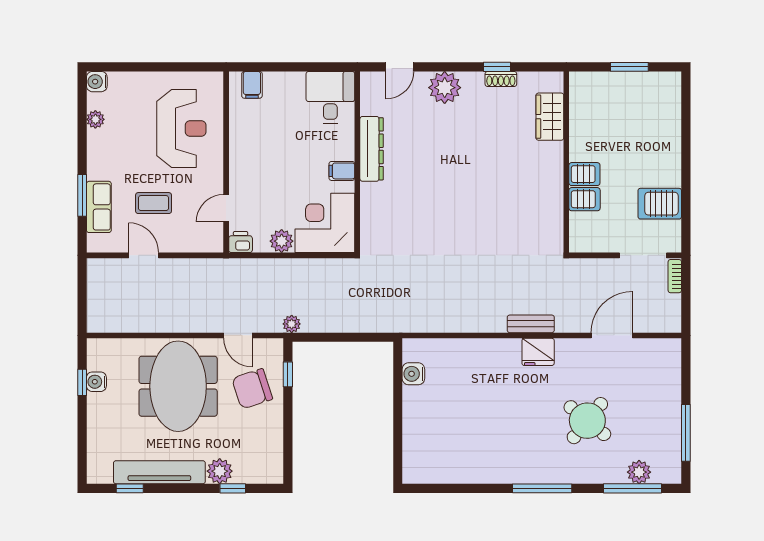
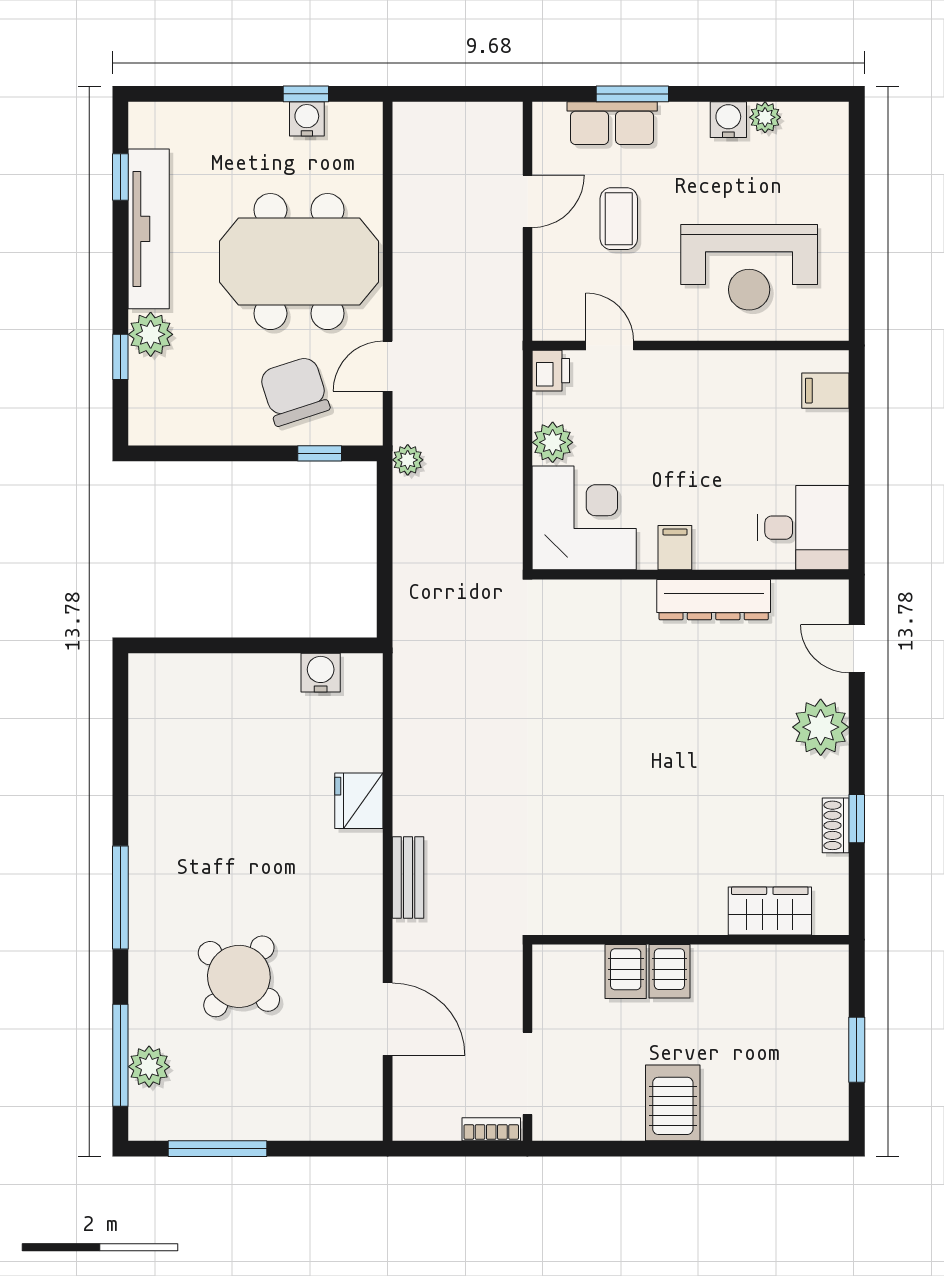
water cooler: (97, 82) -> (728, 120), moved
server rack: (660, 204) -> (673, 1103), moved
fridge: (538, 352) -> (359, 801), moved

